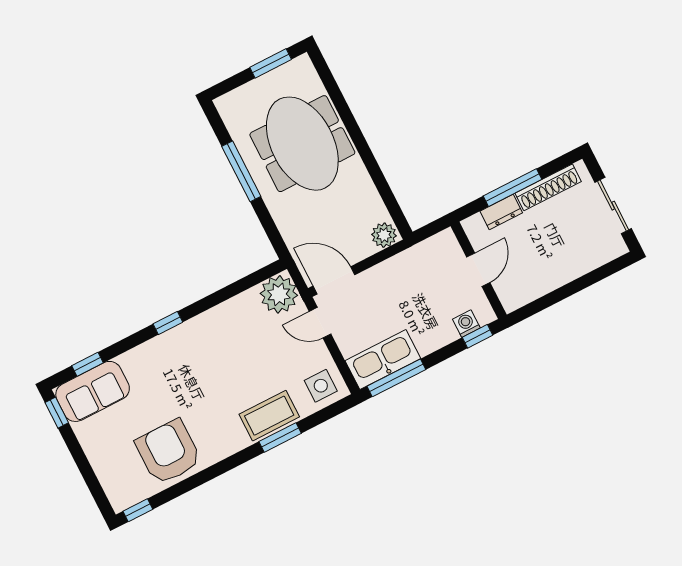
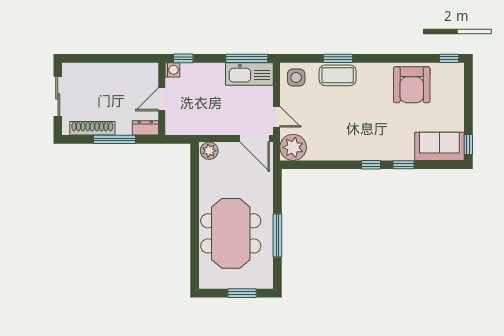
window: (271, 63) -> (242, 293), moved
dresser: (501, 212) -> (145, 128), moved
washing machine: (466, 324) -> (172, 70), moved, turned -90
window: (87, 364) -> (404, 165), moved

